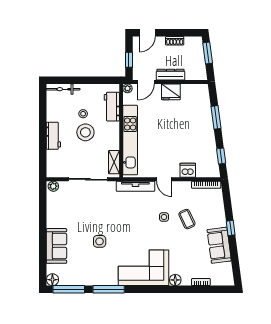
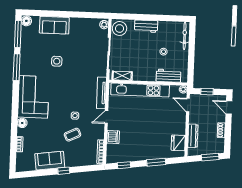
dresser: (171, 75) -> (193, 136), moved
fridge: (171, 92) -> (178, 143), moved
stool: (85, 132) -> (120, 28), moved

